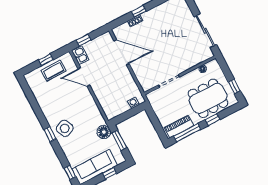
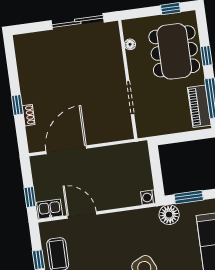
door: (84, 77) -> (82, 215), swing flipped
washing machine: (133, 103) -> (148, 197), moved

